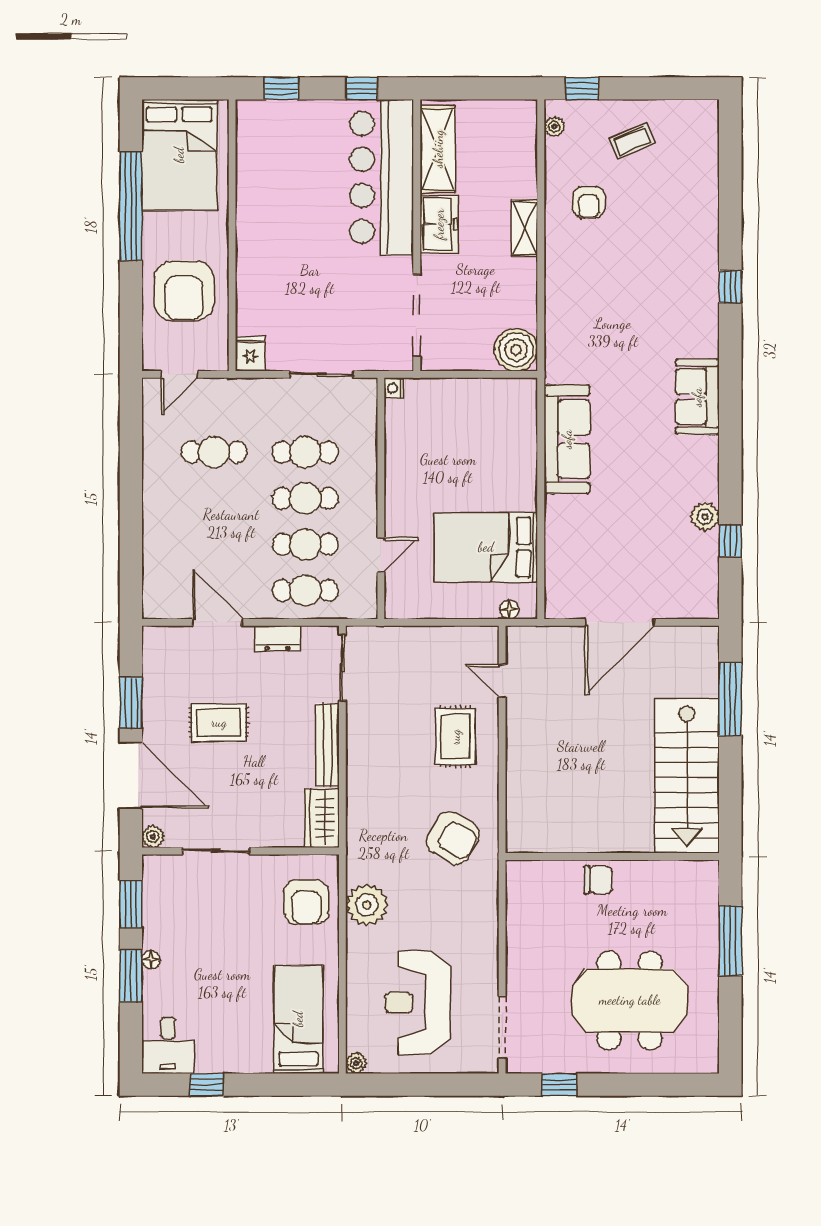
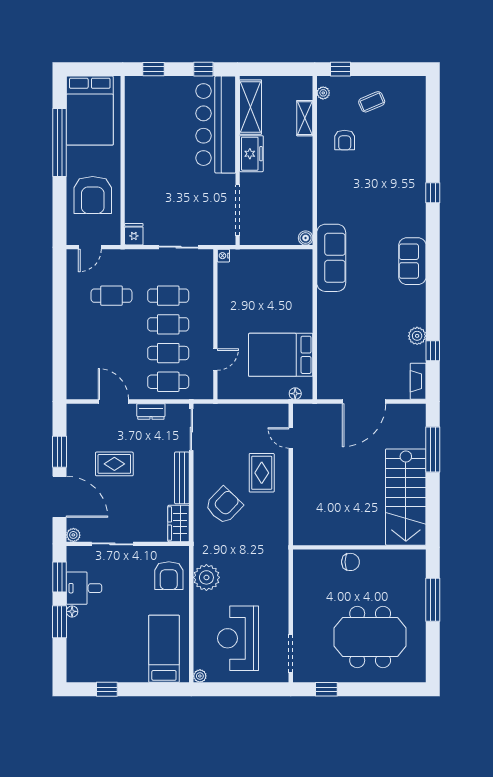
shelving: (525, 228) -> (305, 118), moved
boiler: (516, 350) -> (306, 238), width x0.54, depth x0.54
sofa: (567, 439) -> (331, 258), moved
fireplace: (707, 590) -> (418, 381), added
armchair: (453, 838) -> (224, 506), moved, turned -75
desk: (168, 1045) -> (84, 588), moved, turned 90

